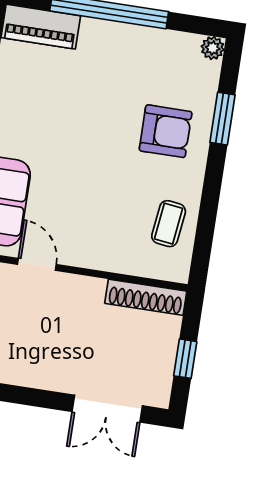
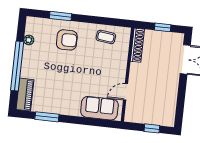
plant: (213, 48) -> (29, 40), moved
armchair: (166, 131) -> (67, 40), turned 90

